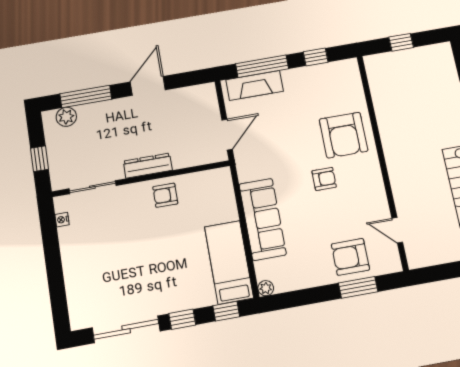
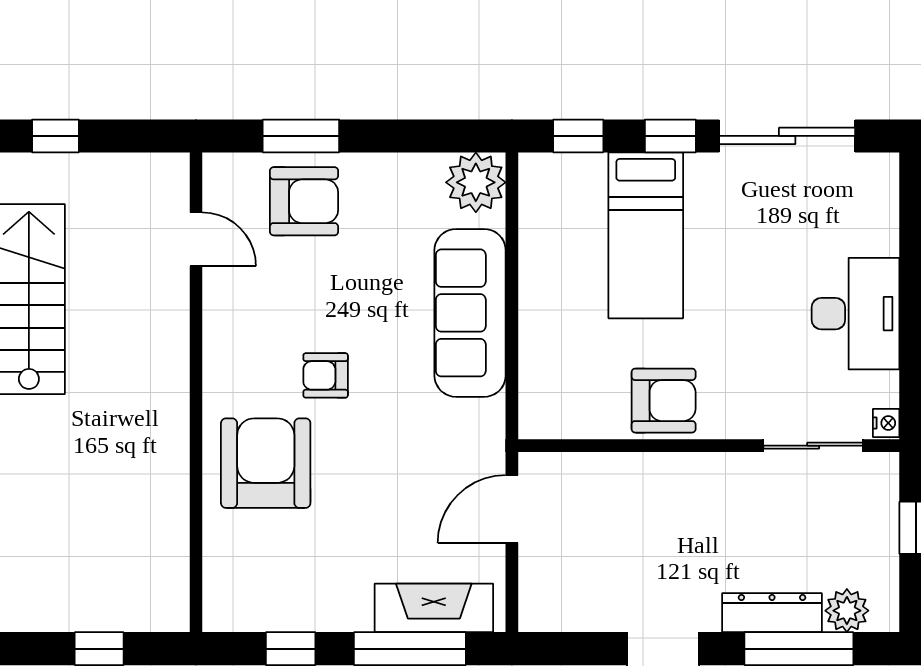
dresser: (148, 166) -> (772, 613), moved, turned 180
armchair: (165, 195) -> (664, 401), width x1.38, depth x1.38
nightstand: (62, 220) -> (886, 423), moved
desk: (81, 251) -> (856, 314), added
bed: (229, 262) -> (646, 235), moved
plant: (266, 288) -> (476, 182), width x1.88, depth x1.88

